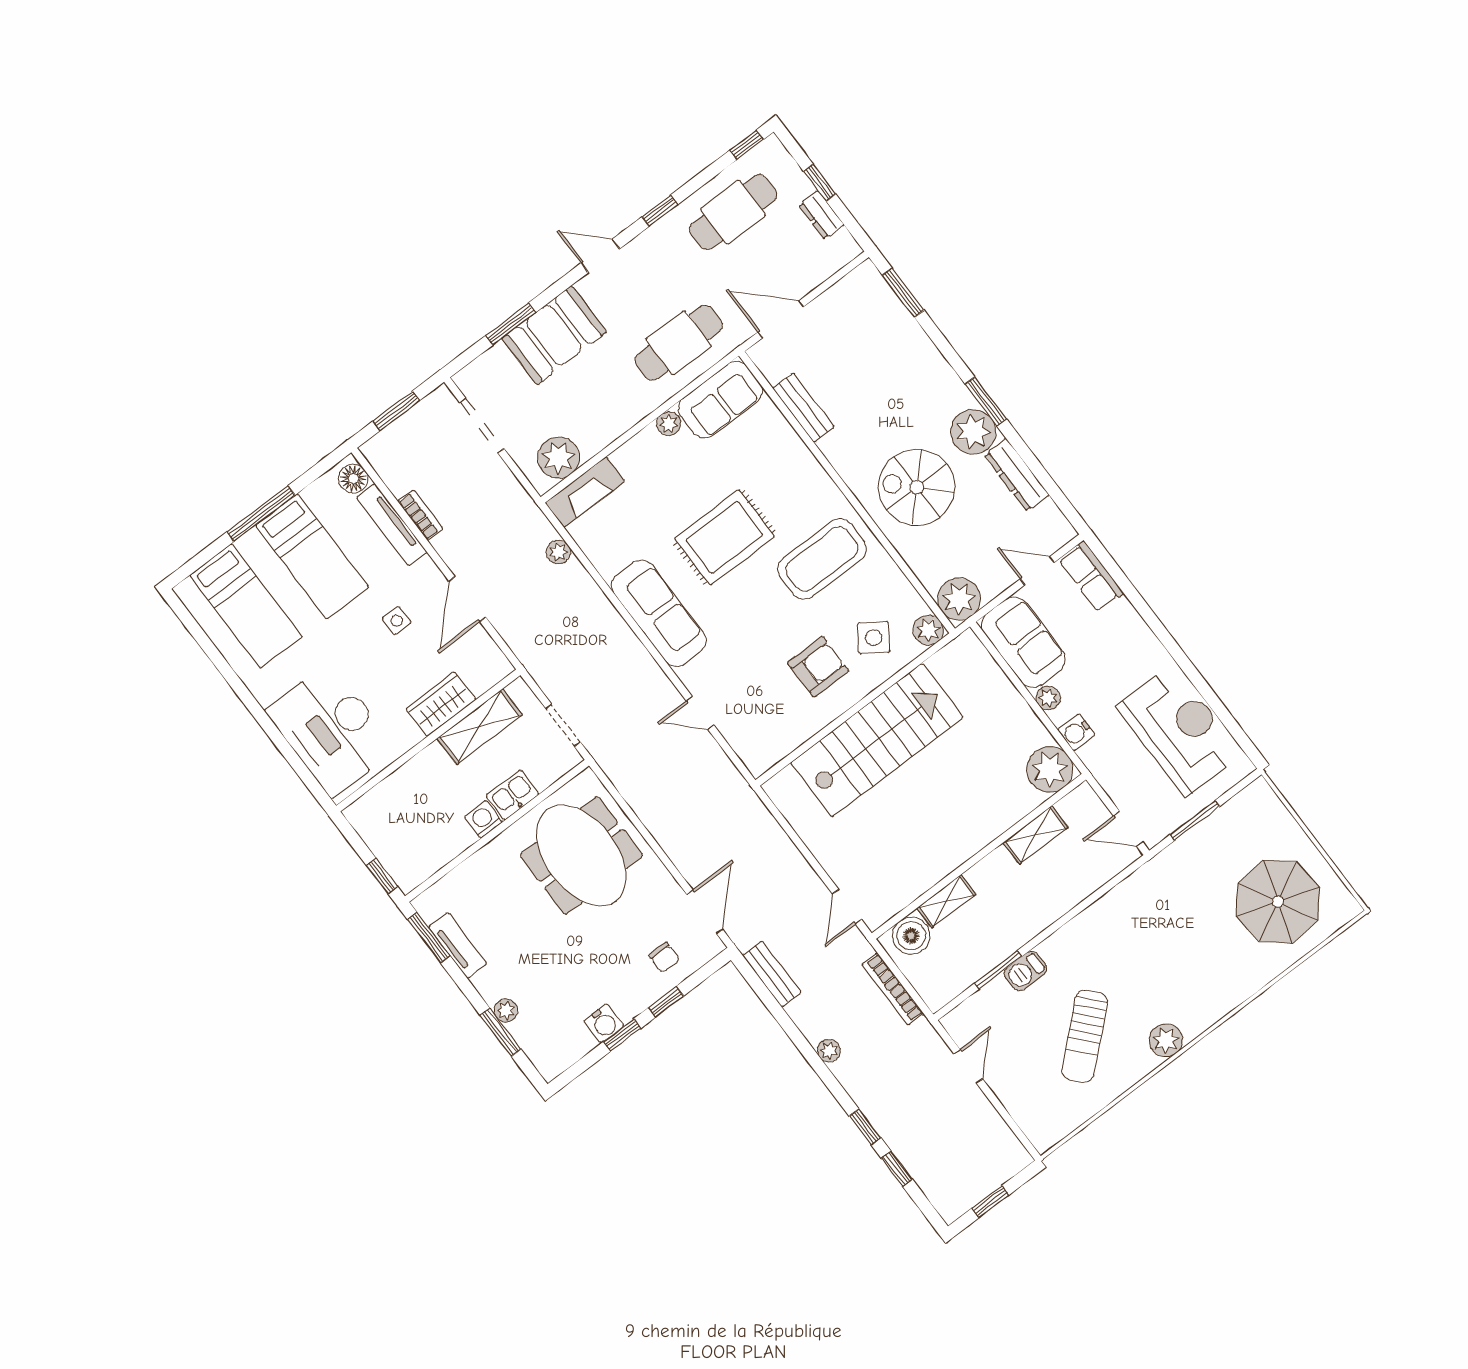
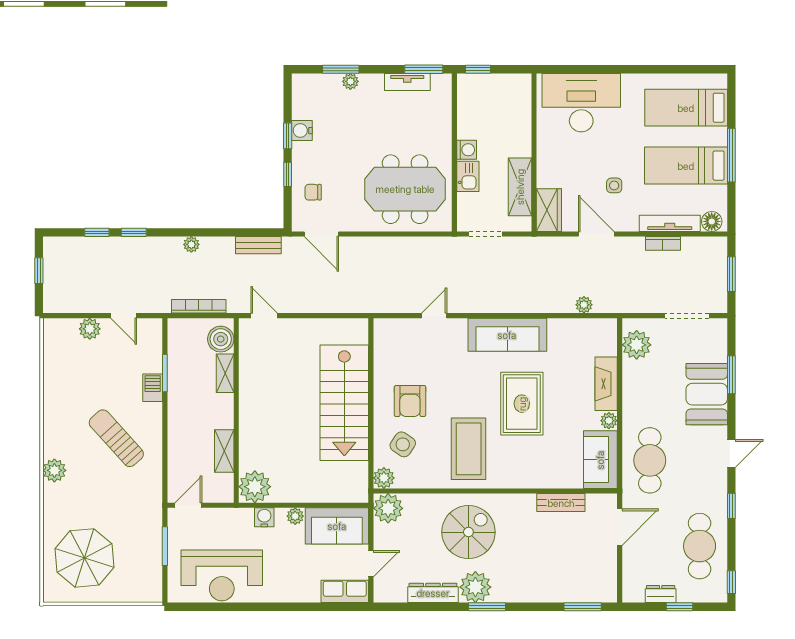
fireplace: (585, 492) -> (606, 384), moved
wardrobe: (441, 704) -> (549, 210), moved
sun lounger: (1085, 1036) -> (116, 438), moved
plant: (1166, 1040) -> (54, 470), moved
plant: (1013, 1094) -> (90, 329), added

